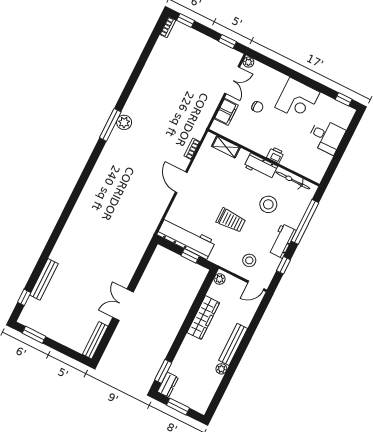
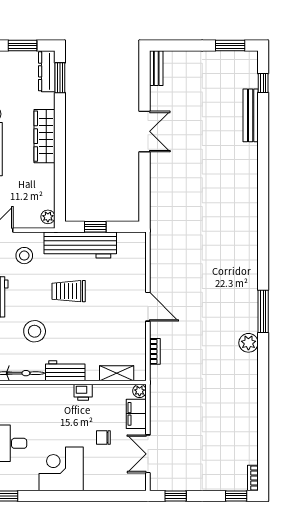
plant: (248, 62) -> (140, 391), moved
window: (110, 125) -> (263, 311), moved
printer: (275, 155) -> (83, 392), moved
workbench: (186, 238) -> (80, 245), moved
wardrobe: (203, 318) -> (44, 136), moved
bench: (95, 340) -> (156, 68), width x0.73
dresser: (168, 385) -> (47, 71), width x1.44

